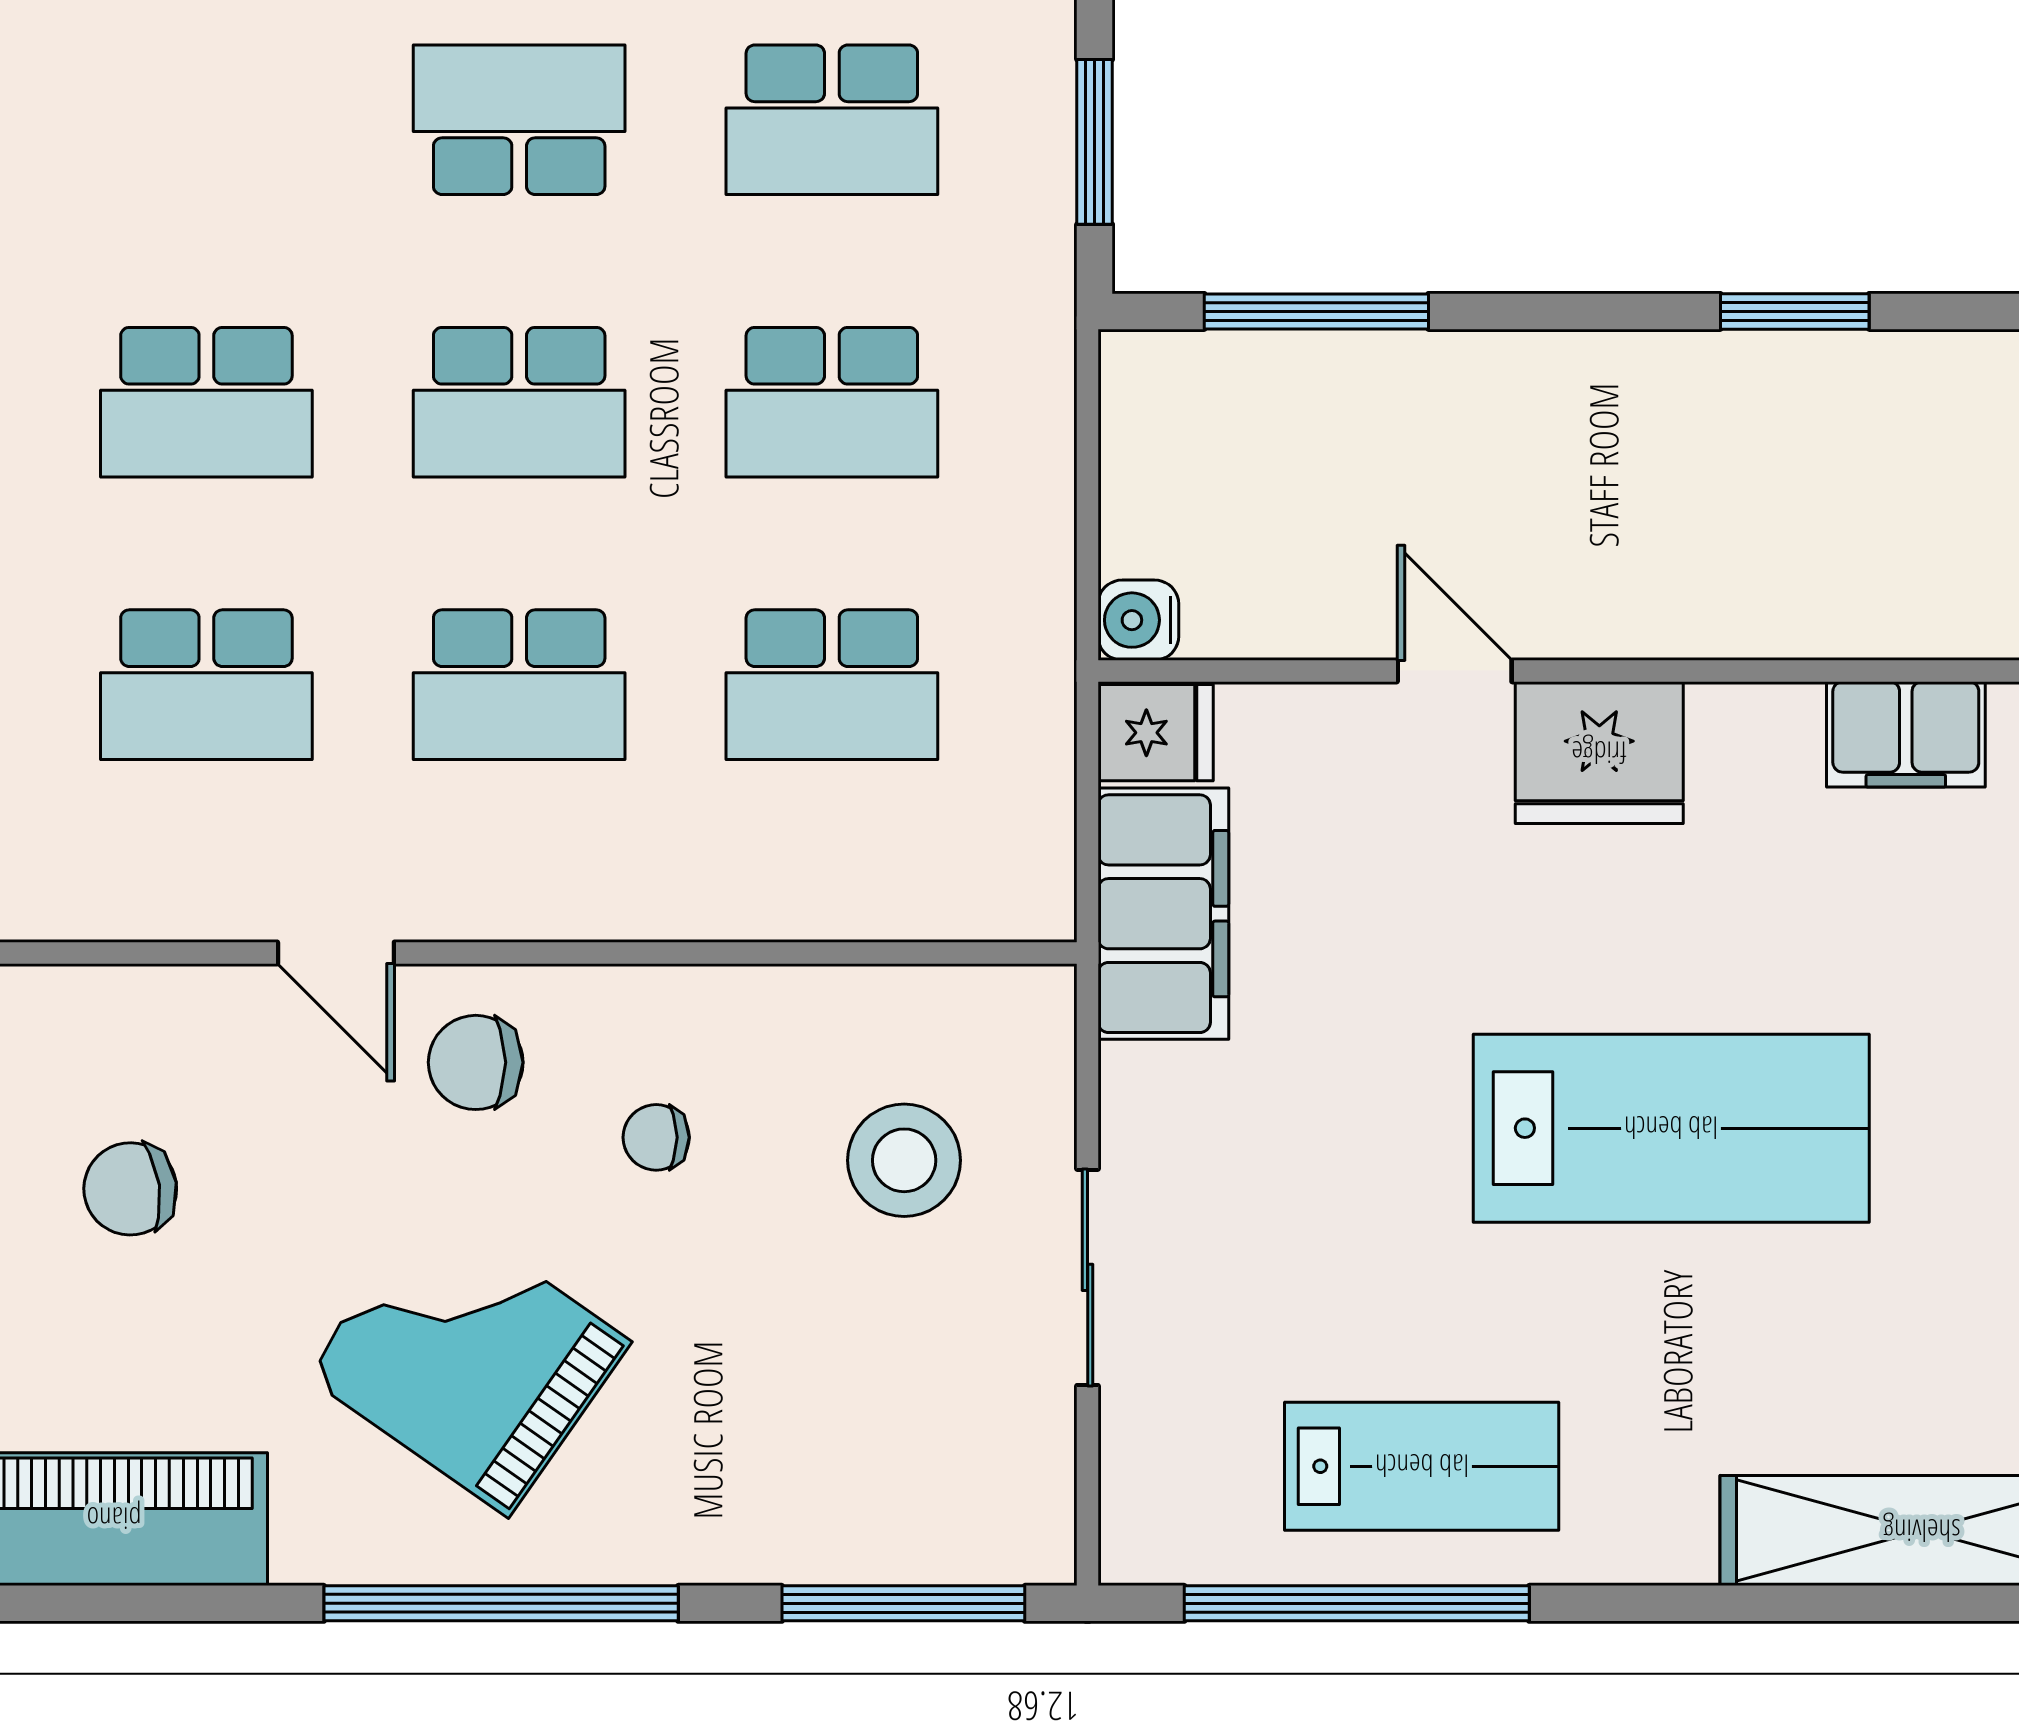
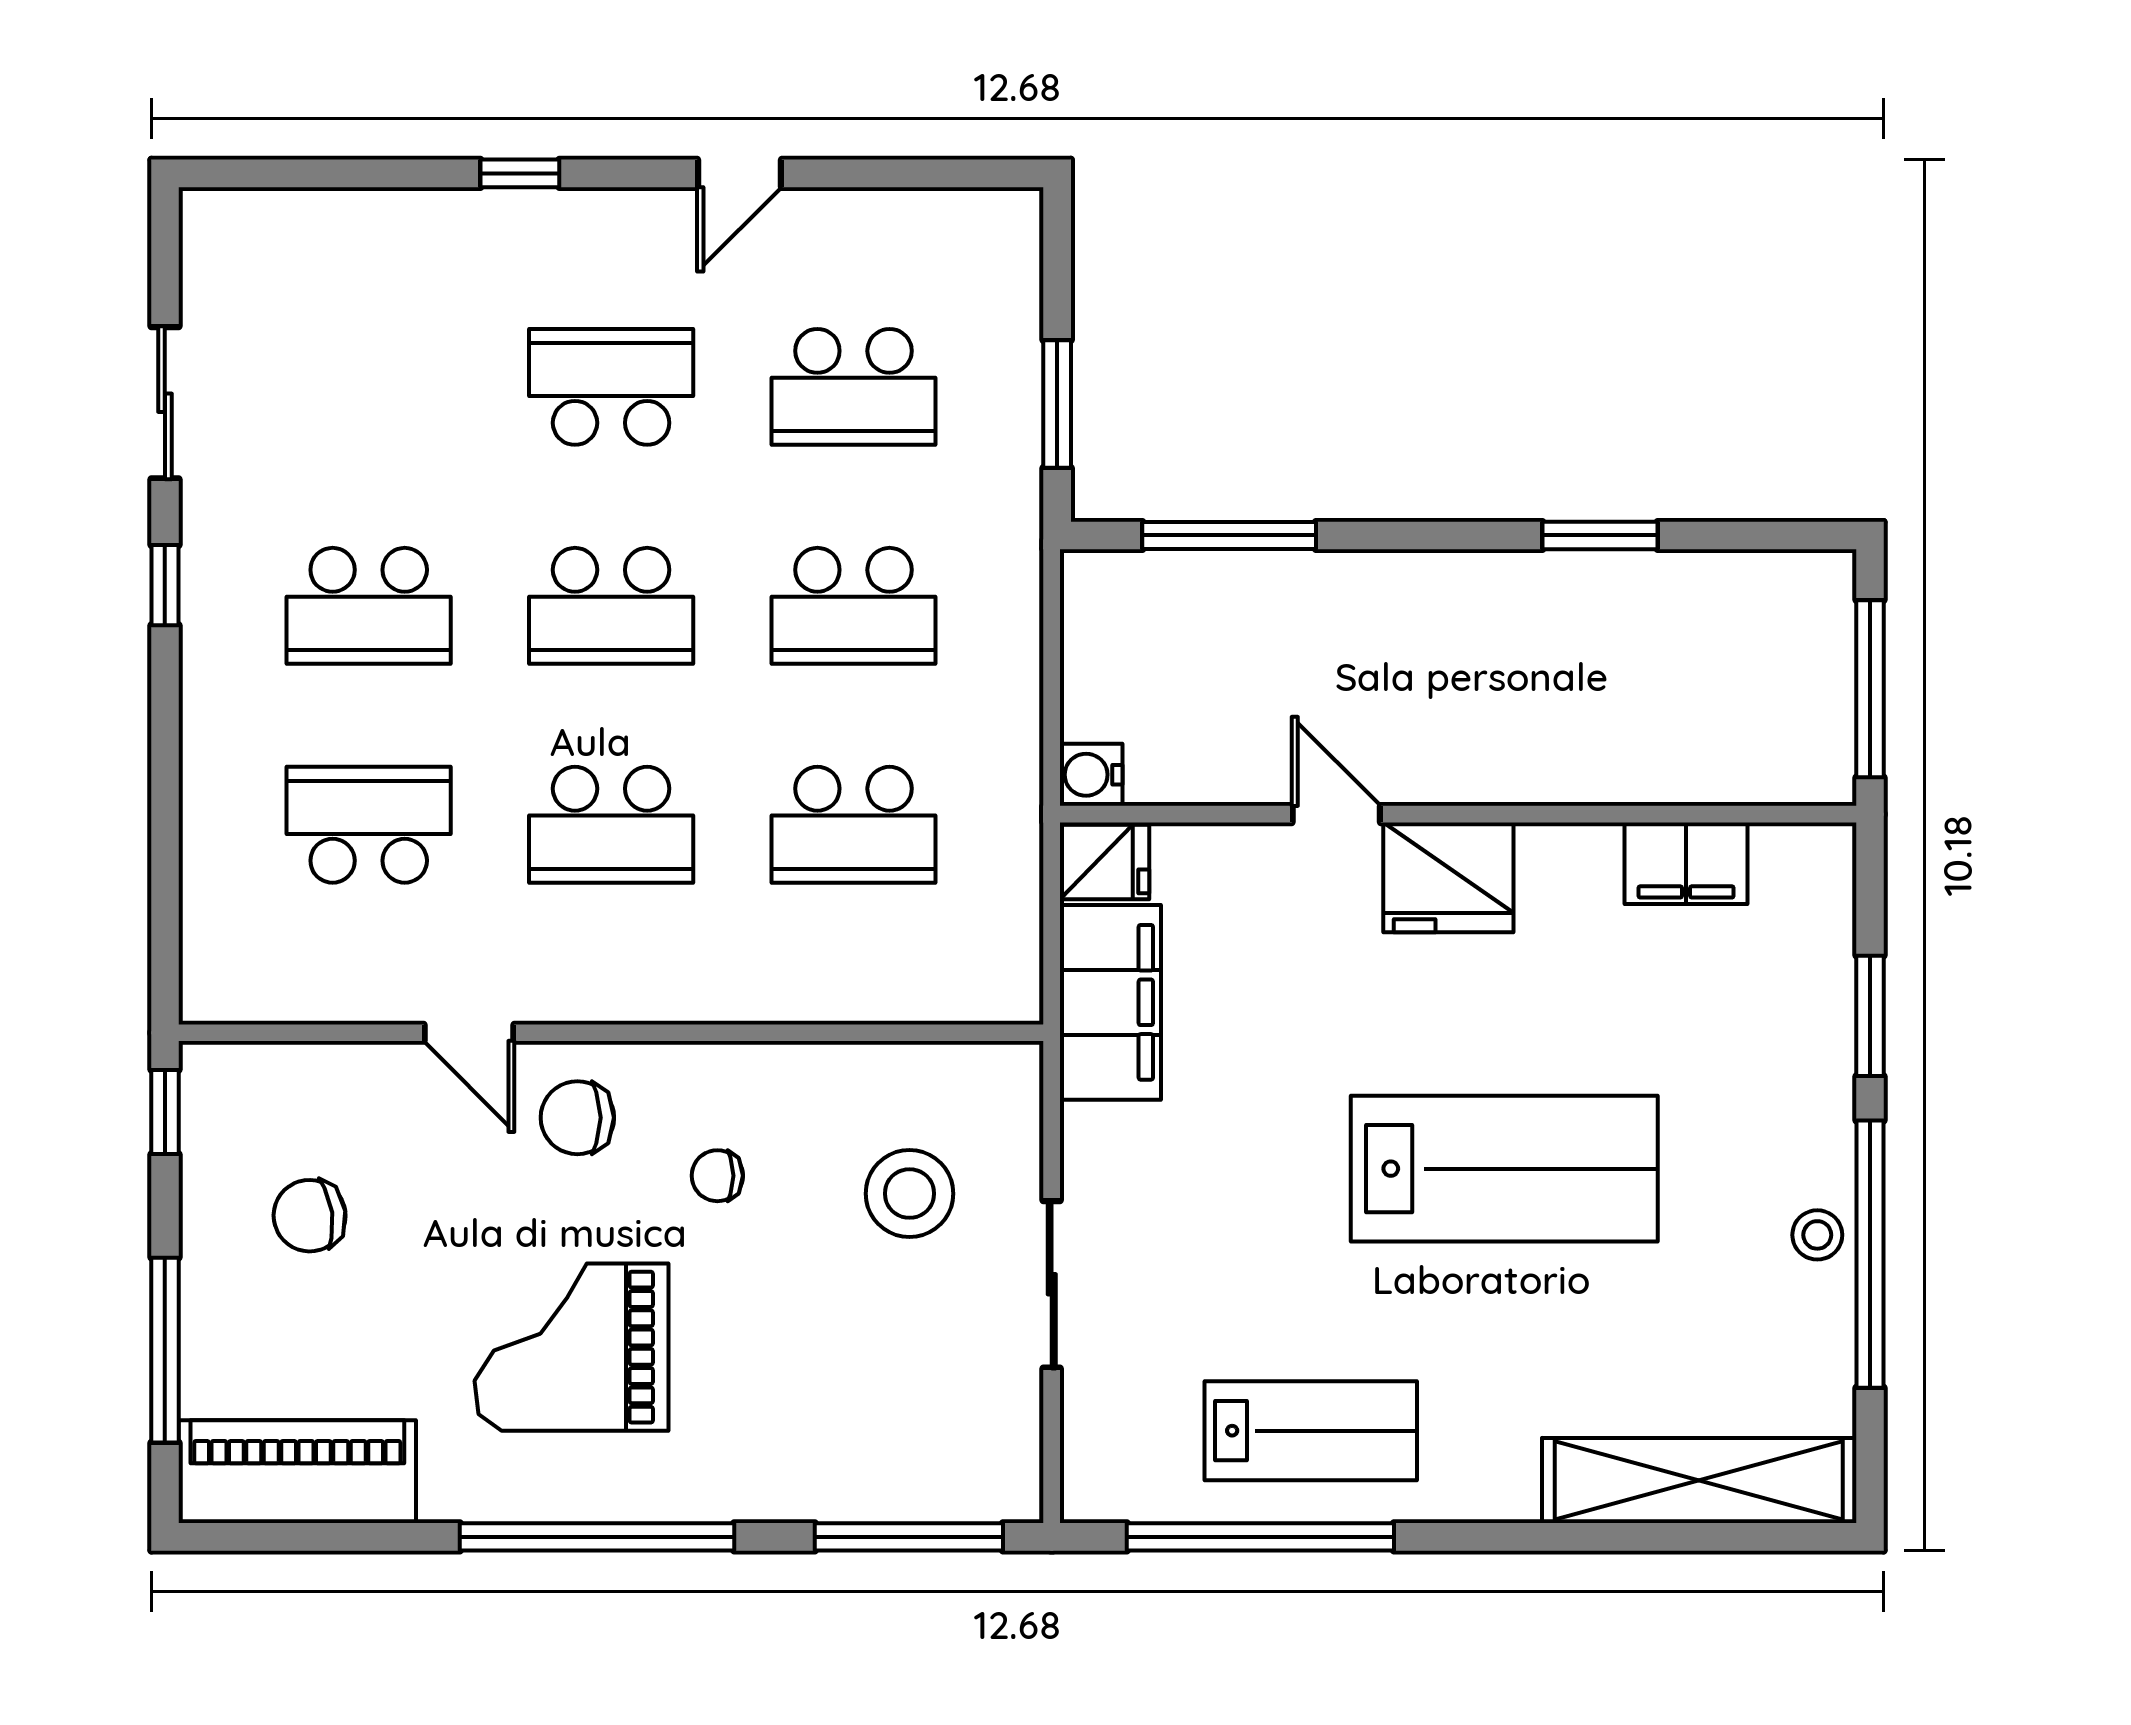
school desk: (206, 685) -> (369, 825), turned 180
grand piano: (468, 1358) -> (571, 1347), turned -35

